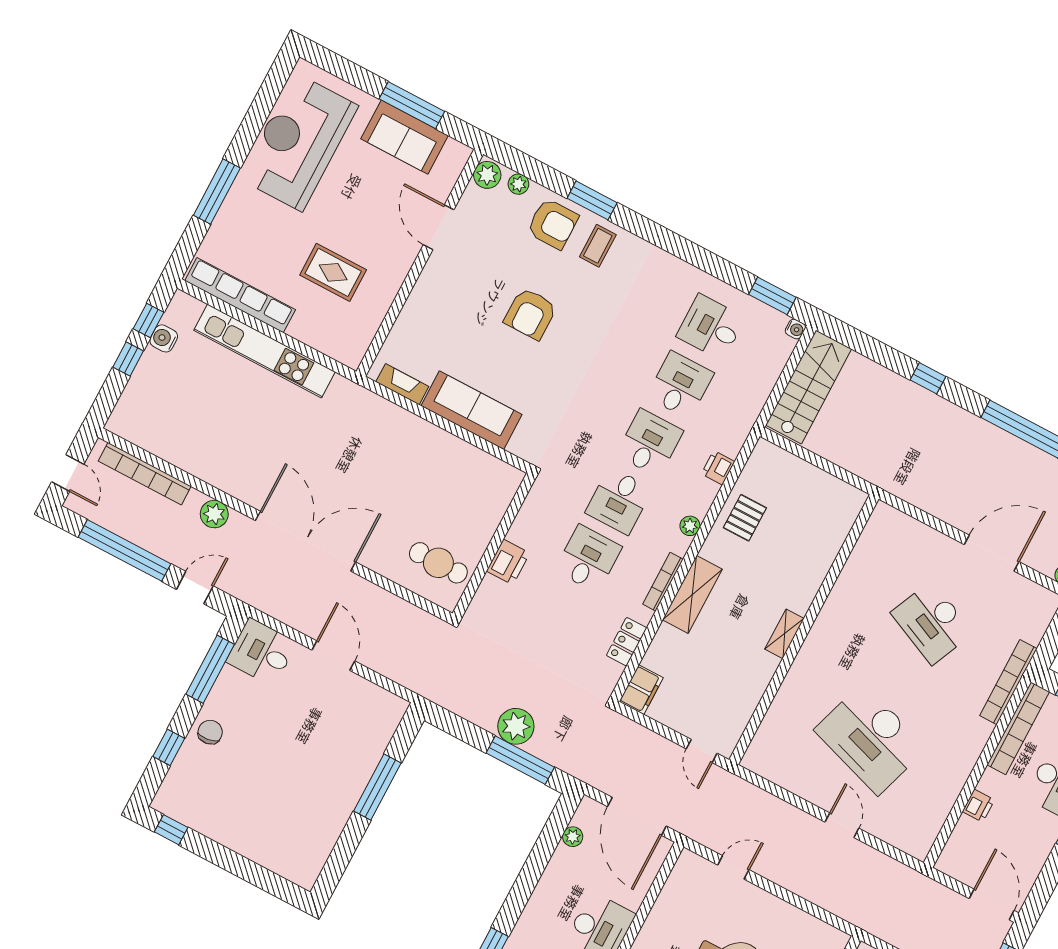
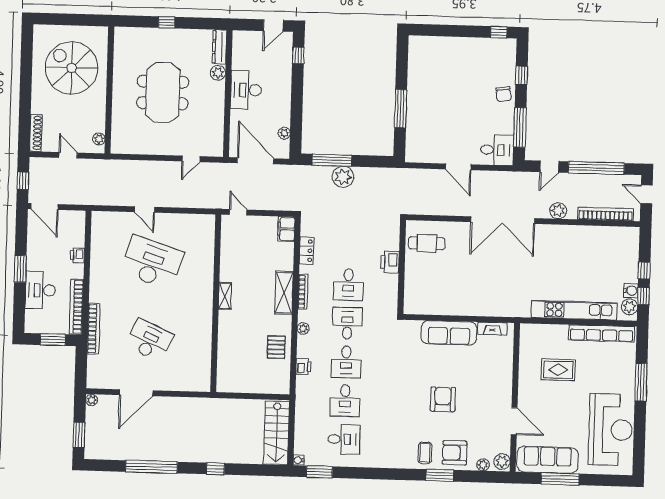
sofa: (405, 137) -> (548, 460), width x1.36
plant: (178, 315) -> (629, 307), added

